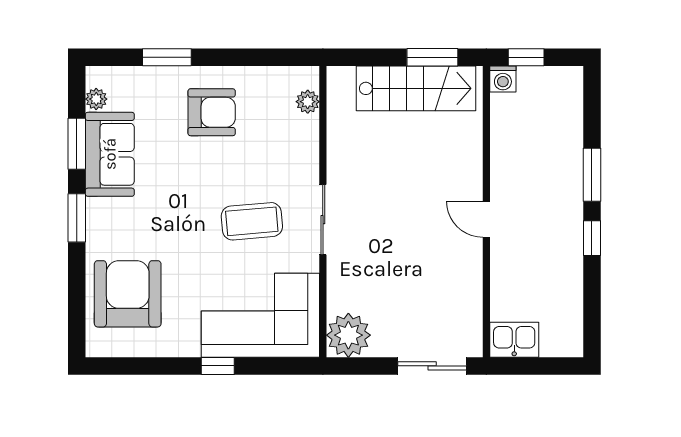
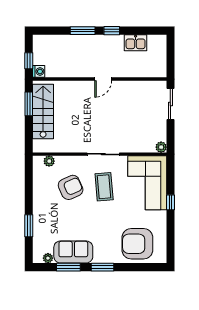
armchair: (212, 112) -> (71, 187), moved, turned 66
plant: (348, 335) -> (161, 147), width x0.53, depth x0.53
kitchen sink: (514, 340) -> (136, 43), moved, turned -90

